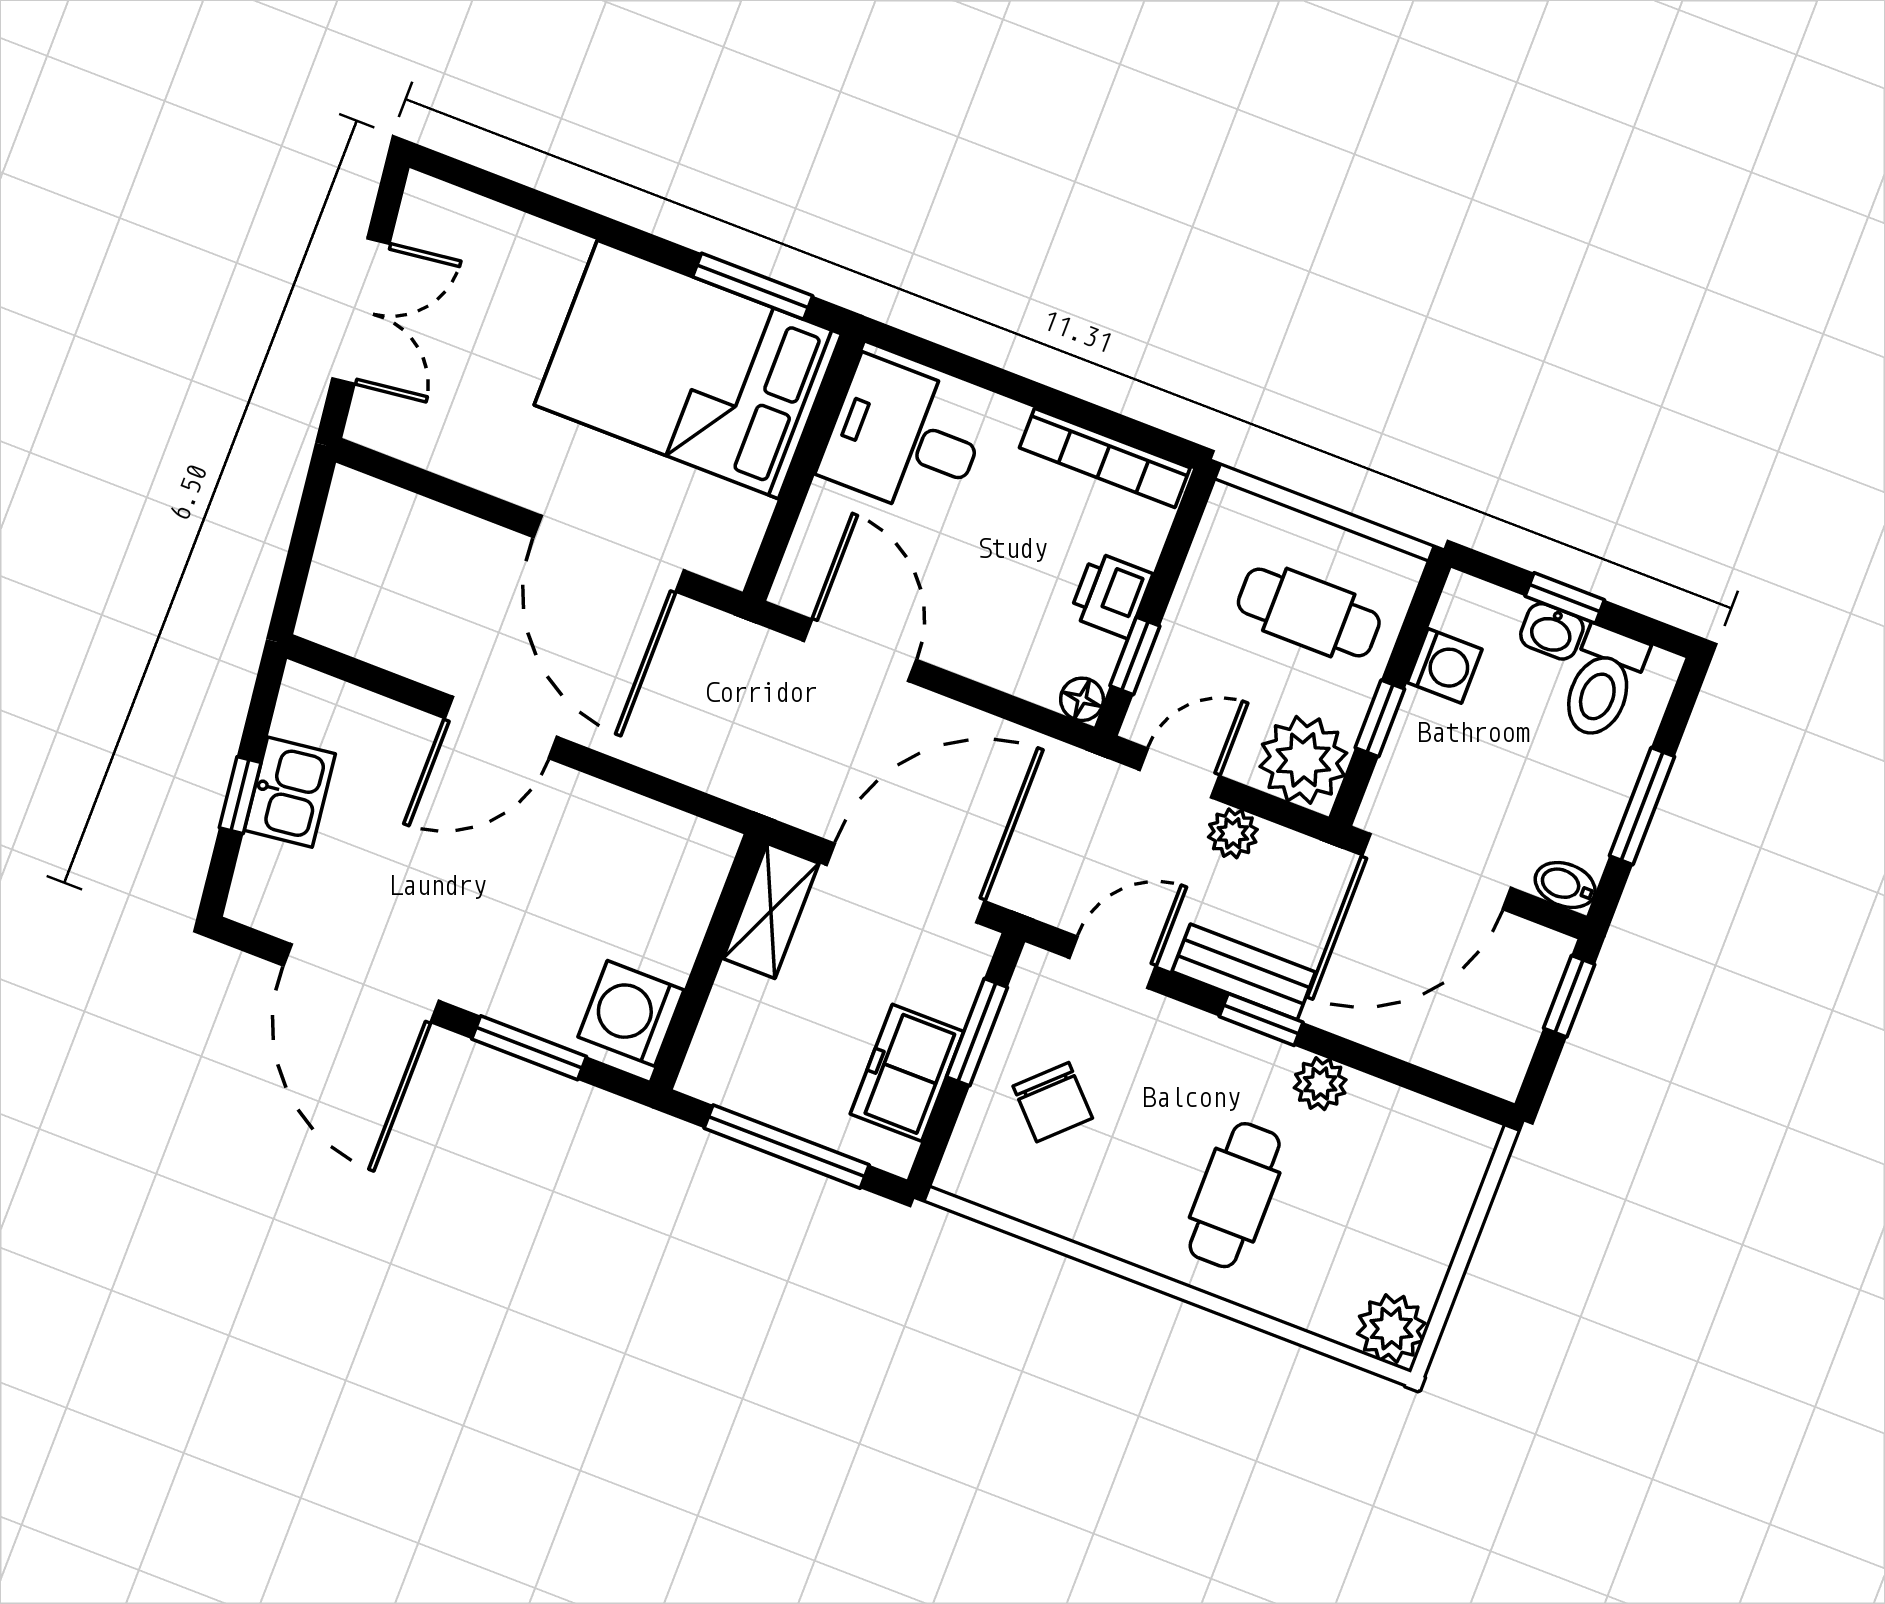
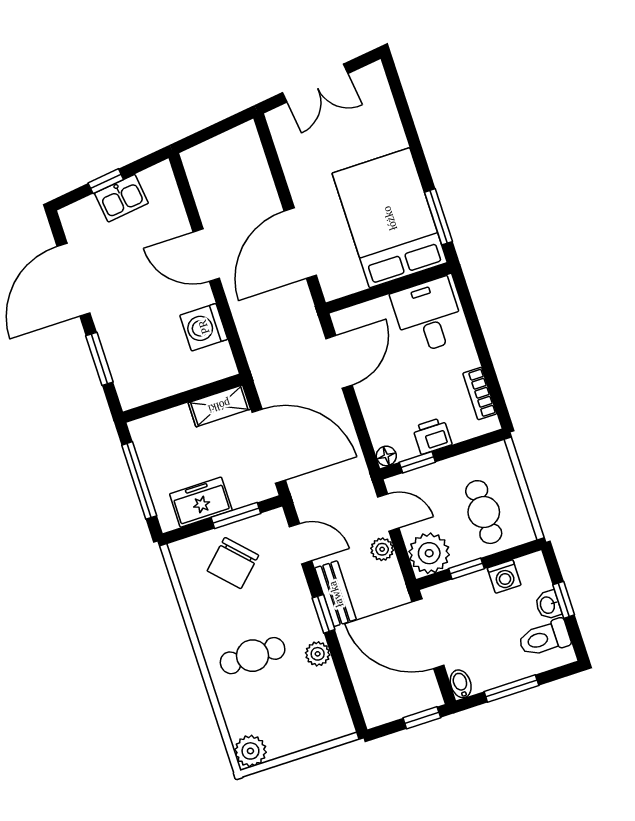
bookcase: (1105, 458) -> (480, 394), width x0.64
washing machine: (631, 1013) -> (204, 327), moved, turned -90
chair: (1053, 1102) -> (233, 563), width x1.37, depth x1.37

